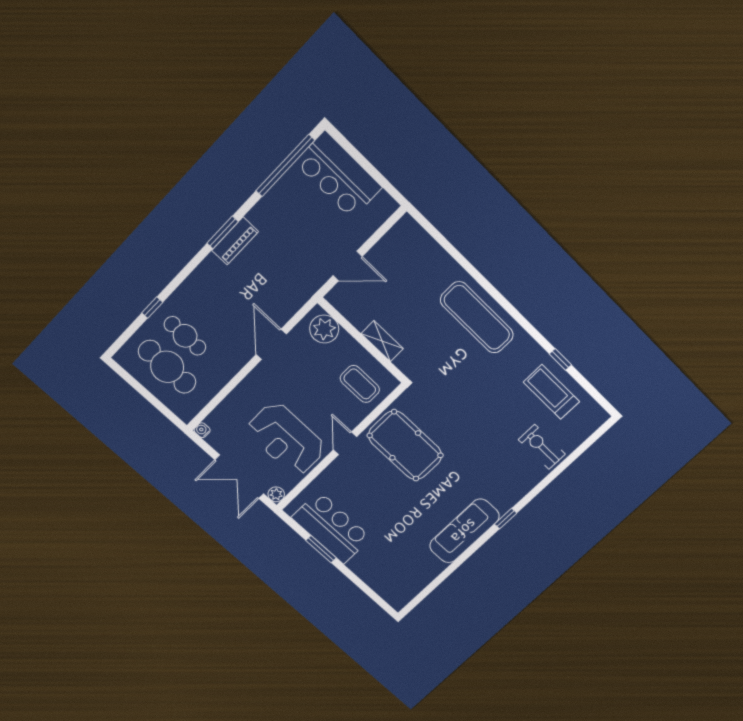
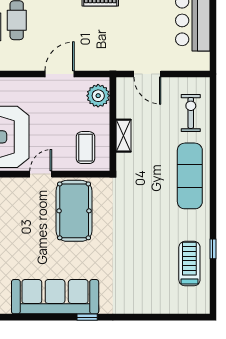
exercise bike: (542, 447) -> (191, 113), moved
sofa: (464, 531) -> (55, 297), width x1.36, depth x1.27

